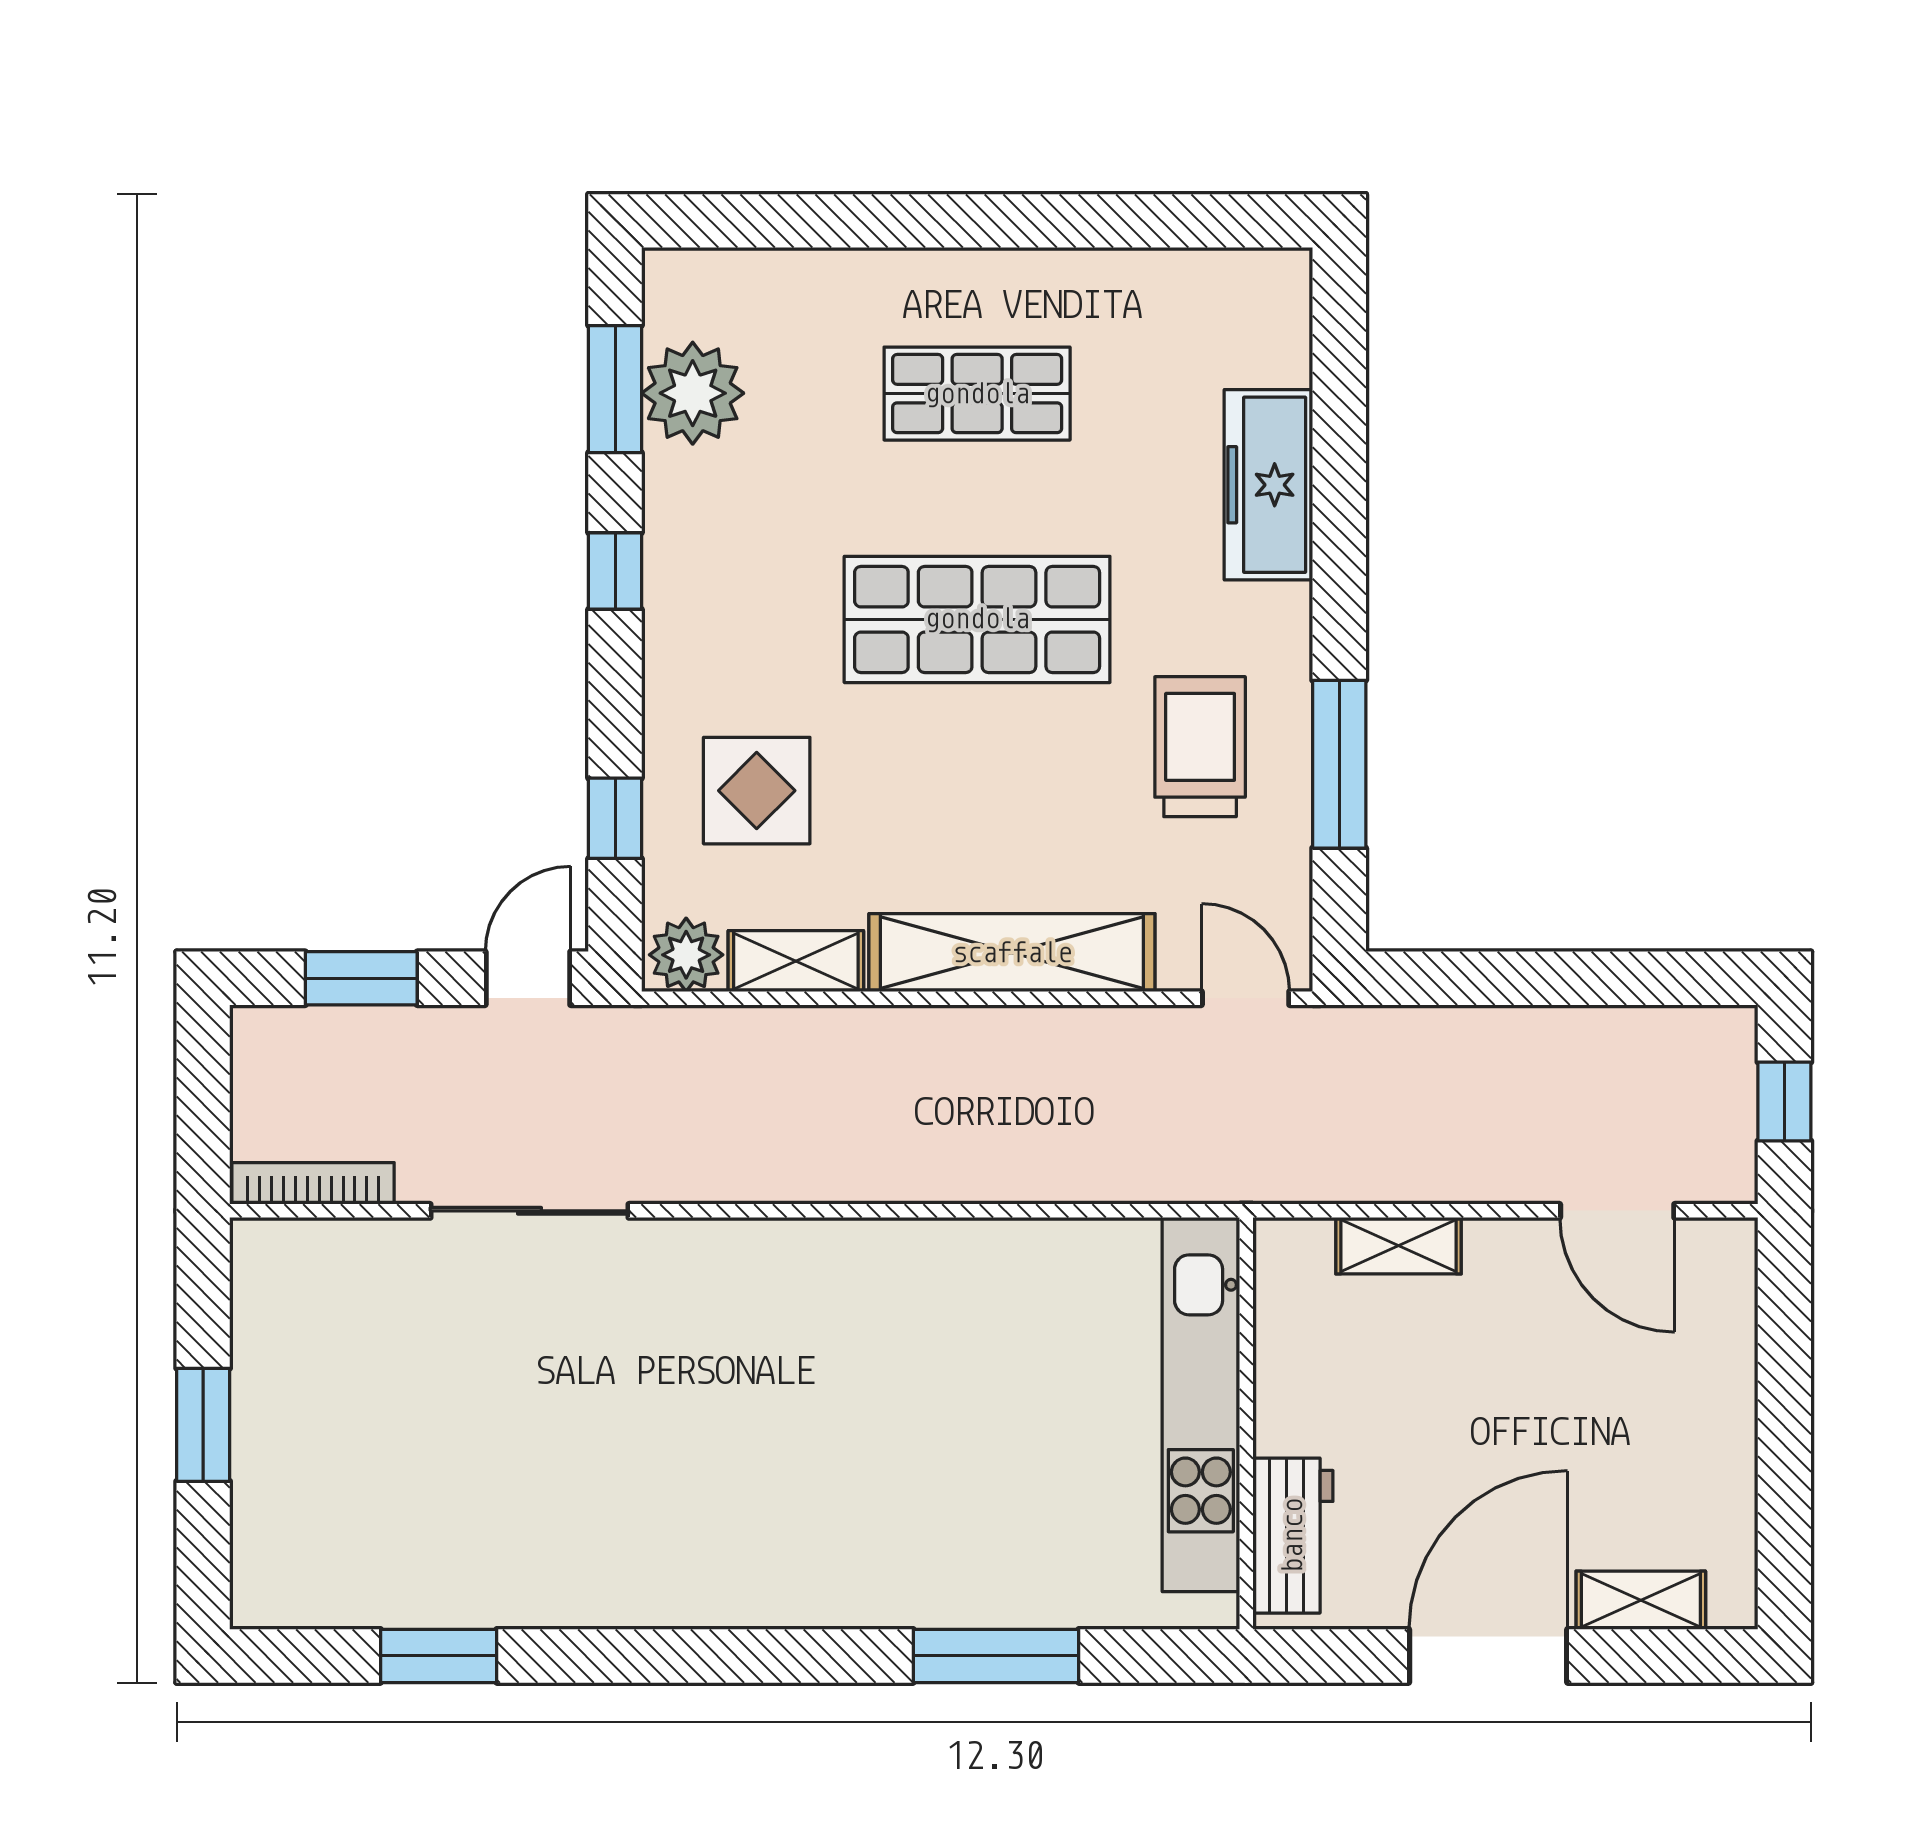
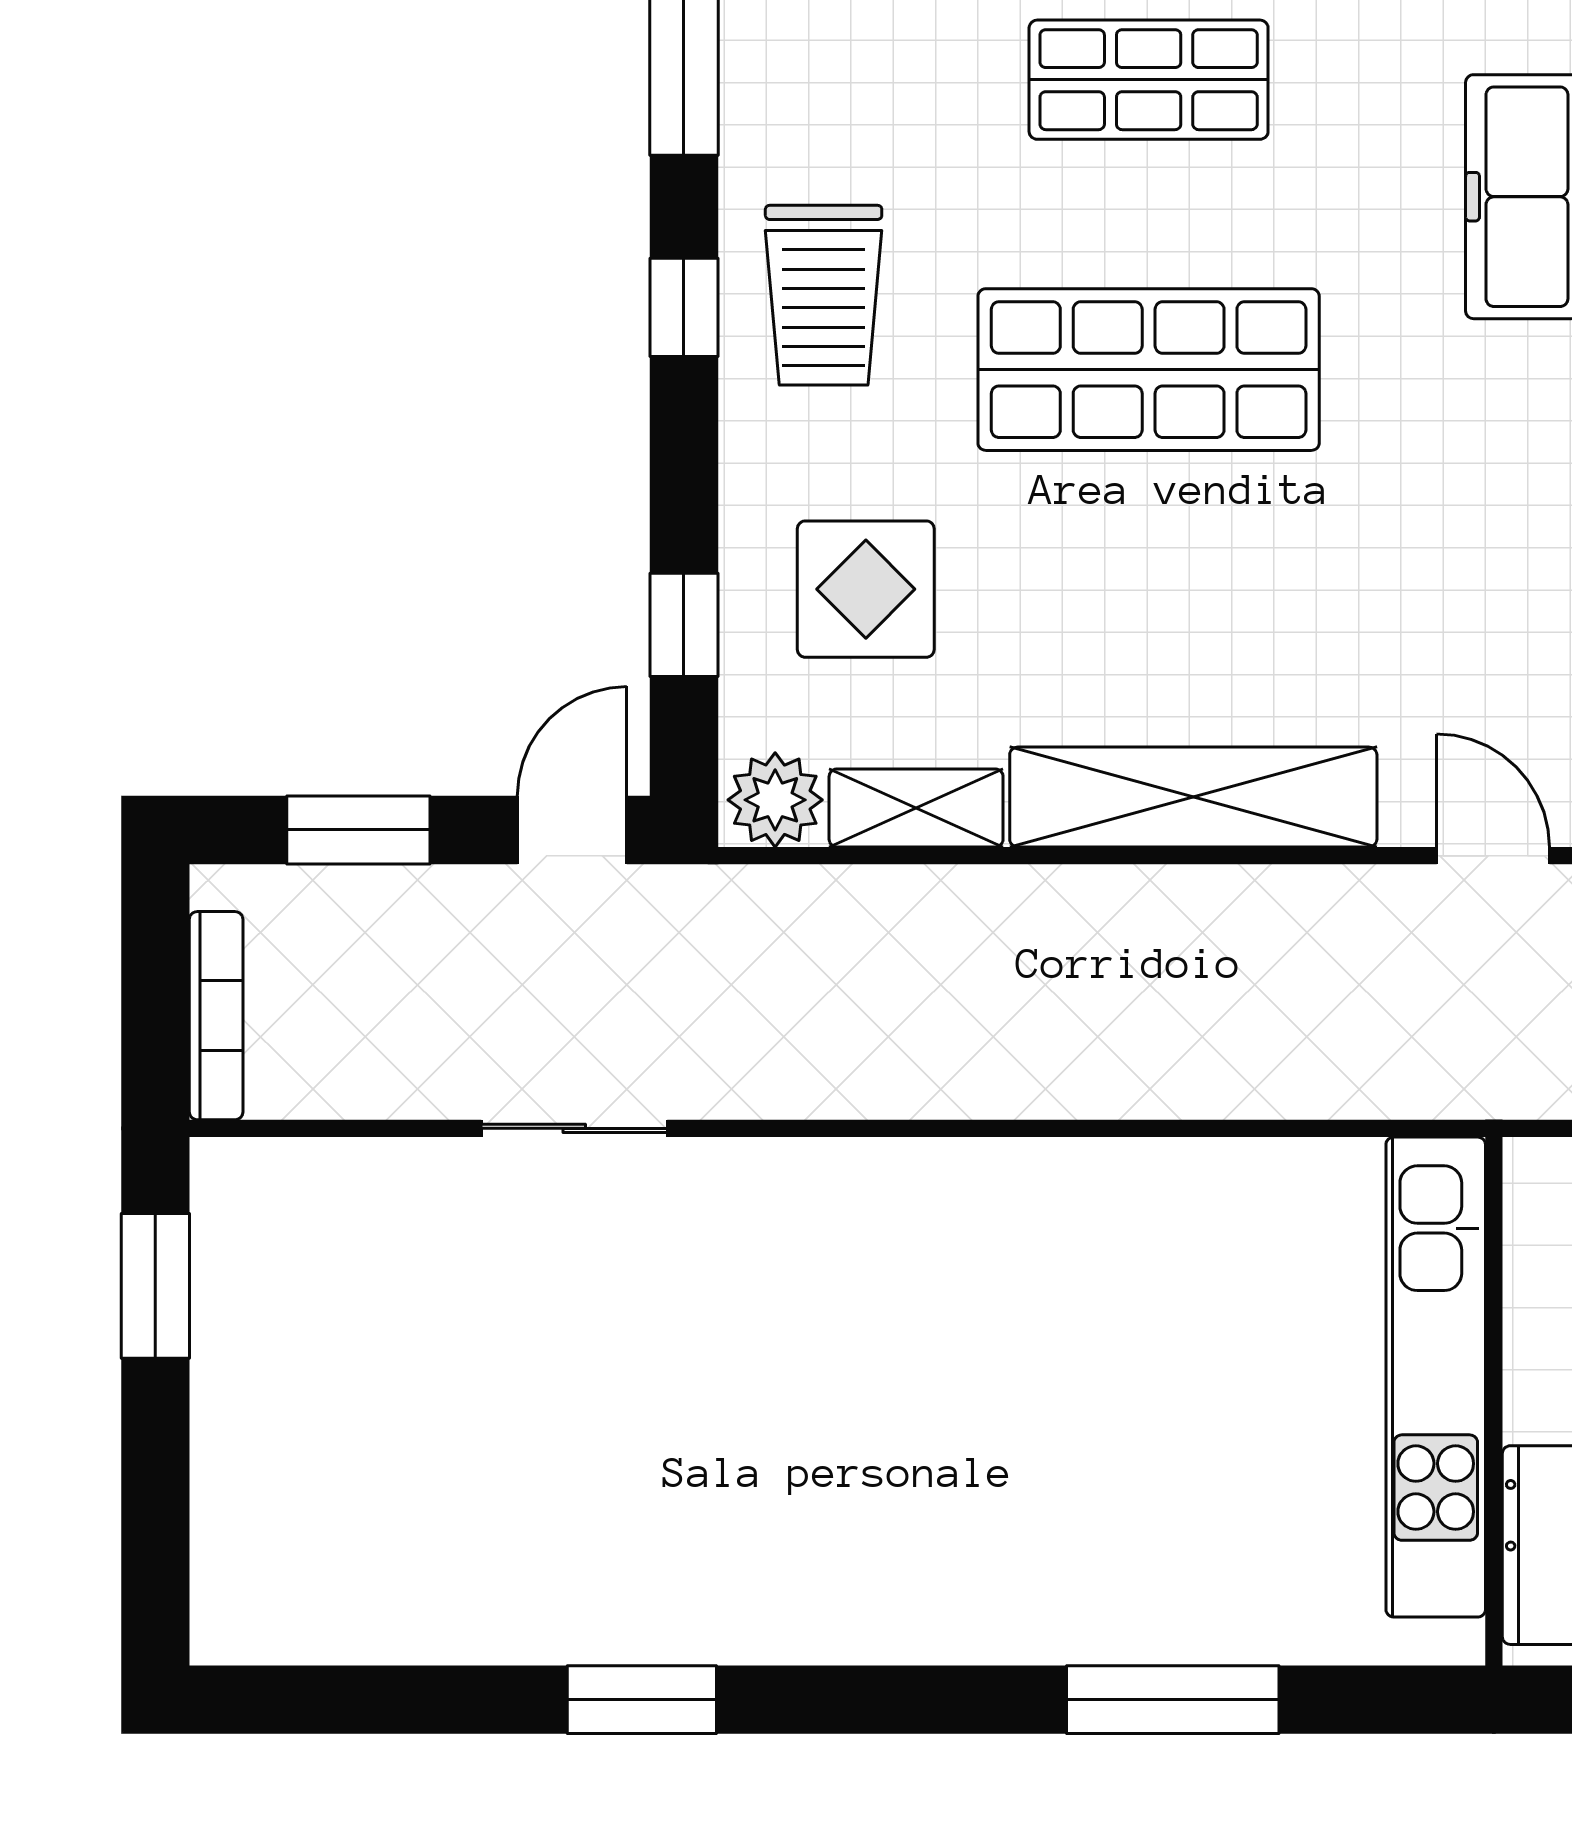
plant: (693, 393) -> (784, 79), removed
trolley: (1200, 747) -> (824, 295), moved, turned 180
bookcase: (313, 1183) -> (216, 1016), moved, turned 90
sliding door: (530, 1211) -> (574, 1128), width x0.73
window: (203, 1425) -> (155, 1286), moved
window: (439, 1656) -> (642, 1700), moved

